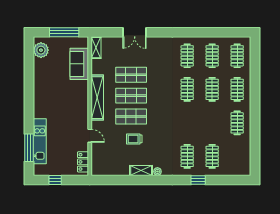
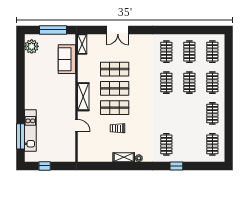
shelving: (97, 98) -> (83, 97), width x0.68
clothes rail: (212, 156) -> (212, 144), moved
locker: (83, 162) -> (70, 149), removed

